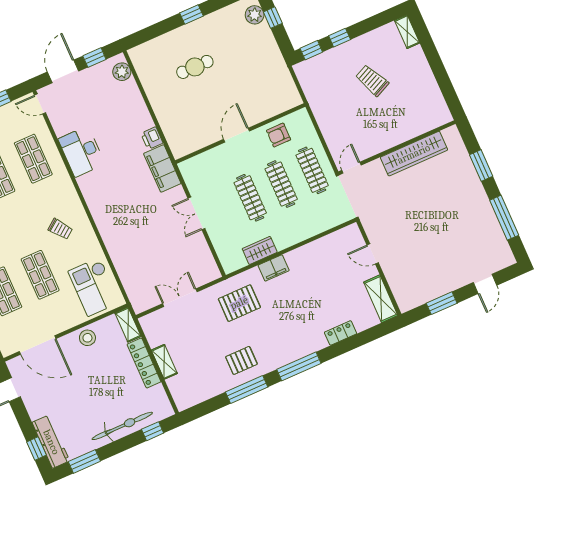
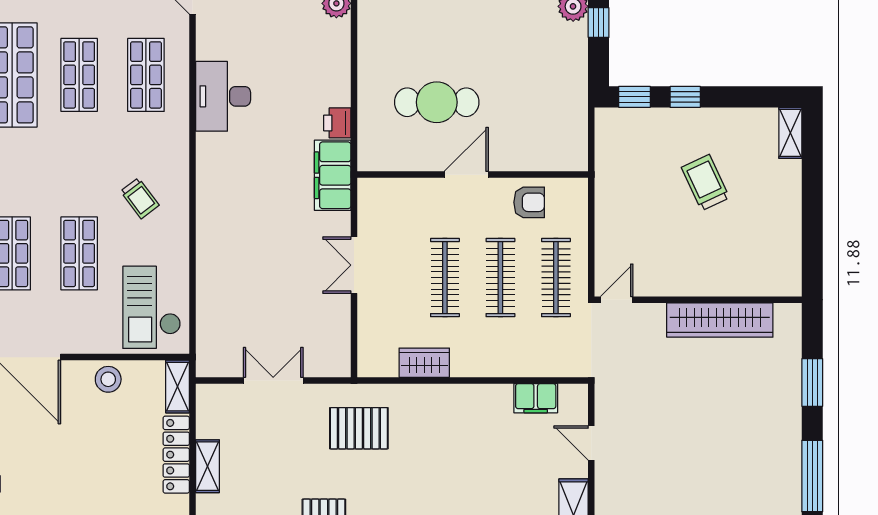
cafe table: (195, 67) -> (437, 102), moved, width x1.37, depth x1.35
armchair: (279, 135) -> (529, 202), turned 180
filing cabinet: (274, 268) -> (536, 398), moved

